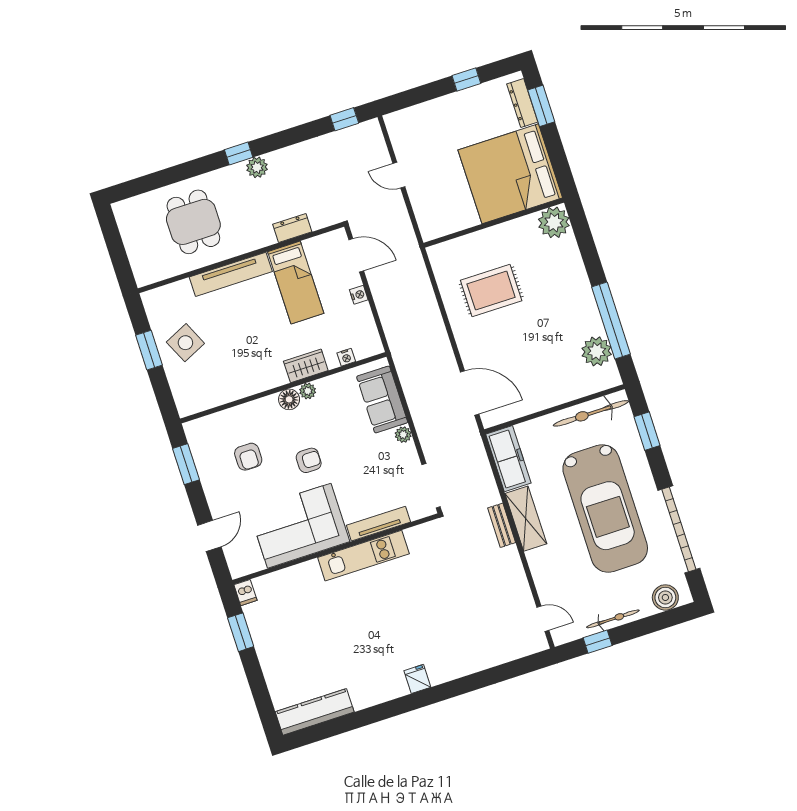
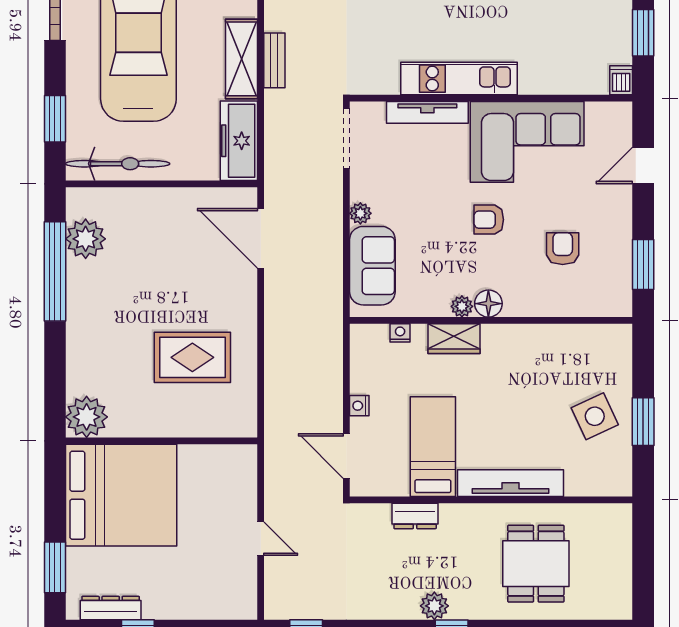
dresser: (522, 103) -> (111, 608), moved, turned -90

